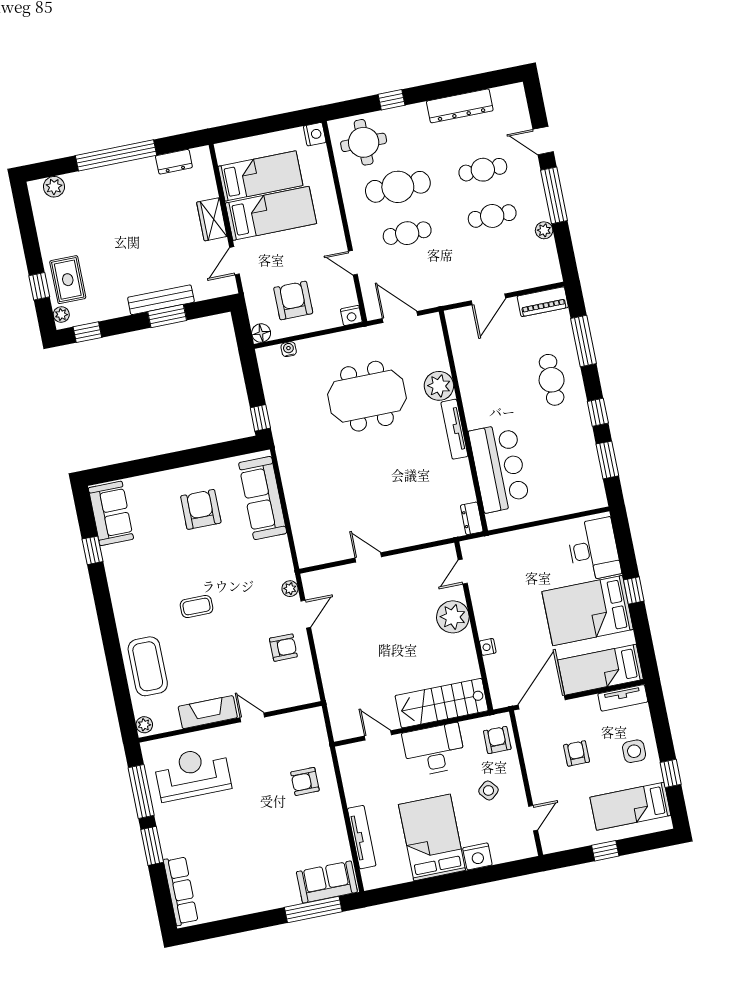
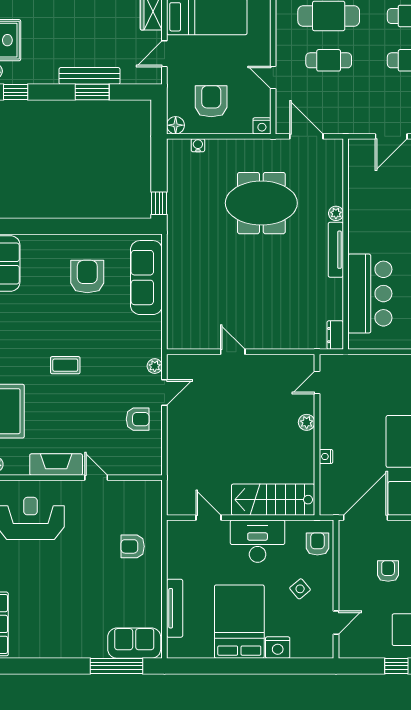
plant: (439, 386) -> (336, 213), width x0.53, depth x0.53
plant: (453, 617) -> (307, 422), width x0.53, depth x0.53

